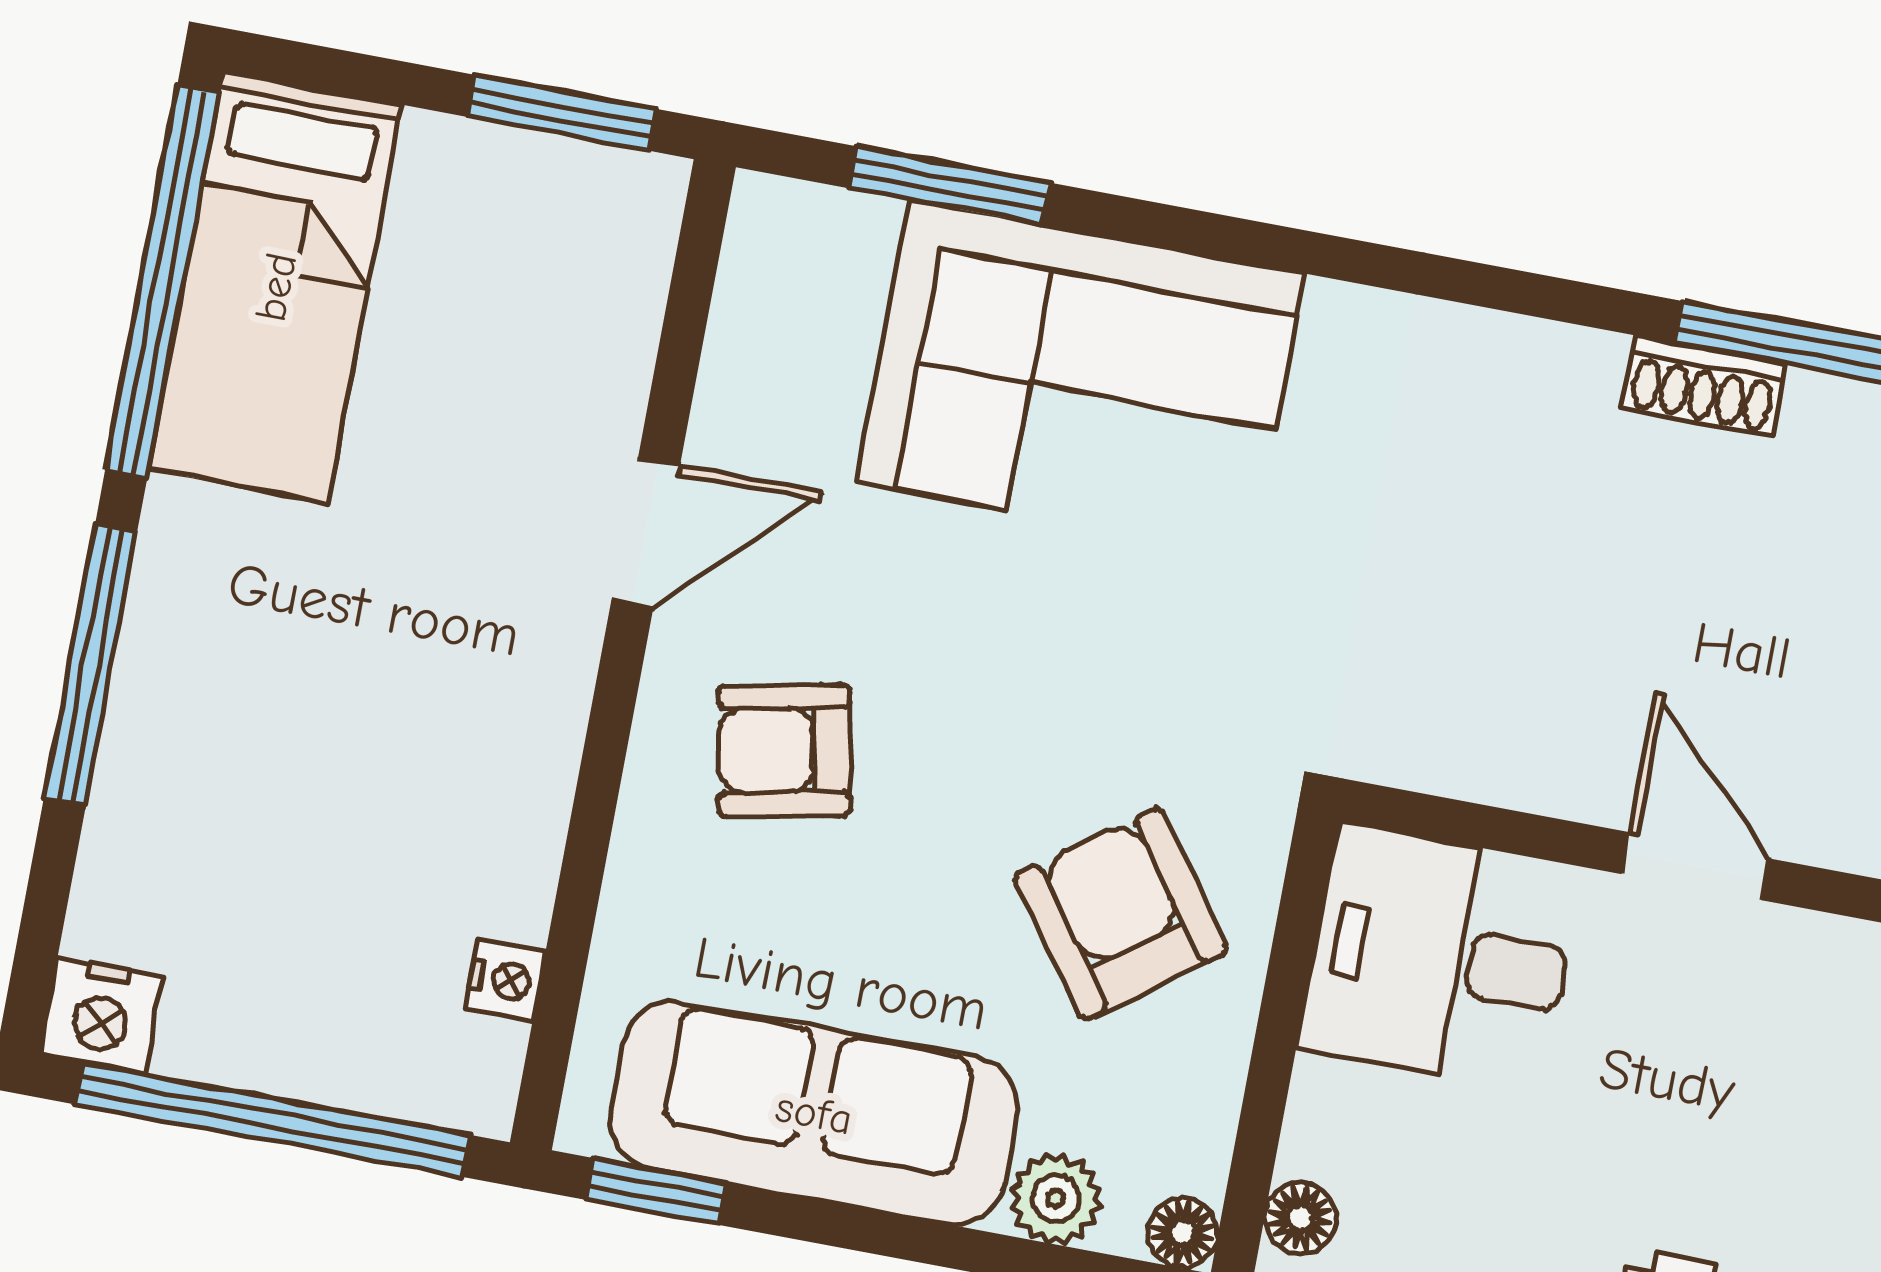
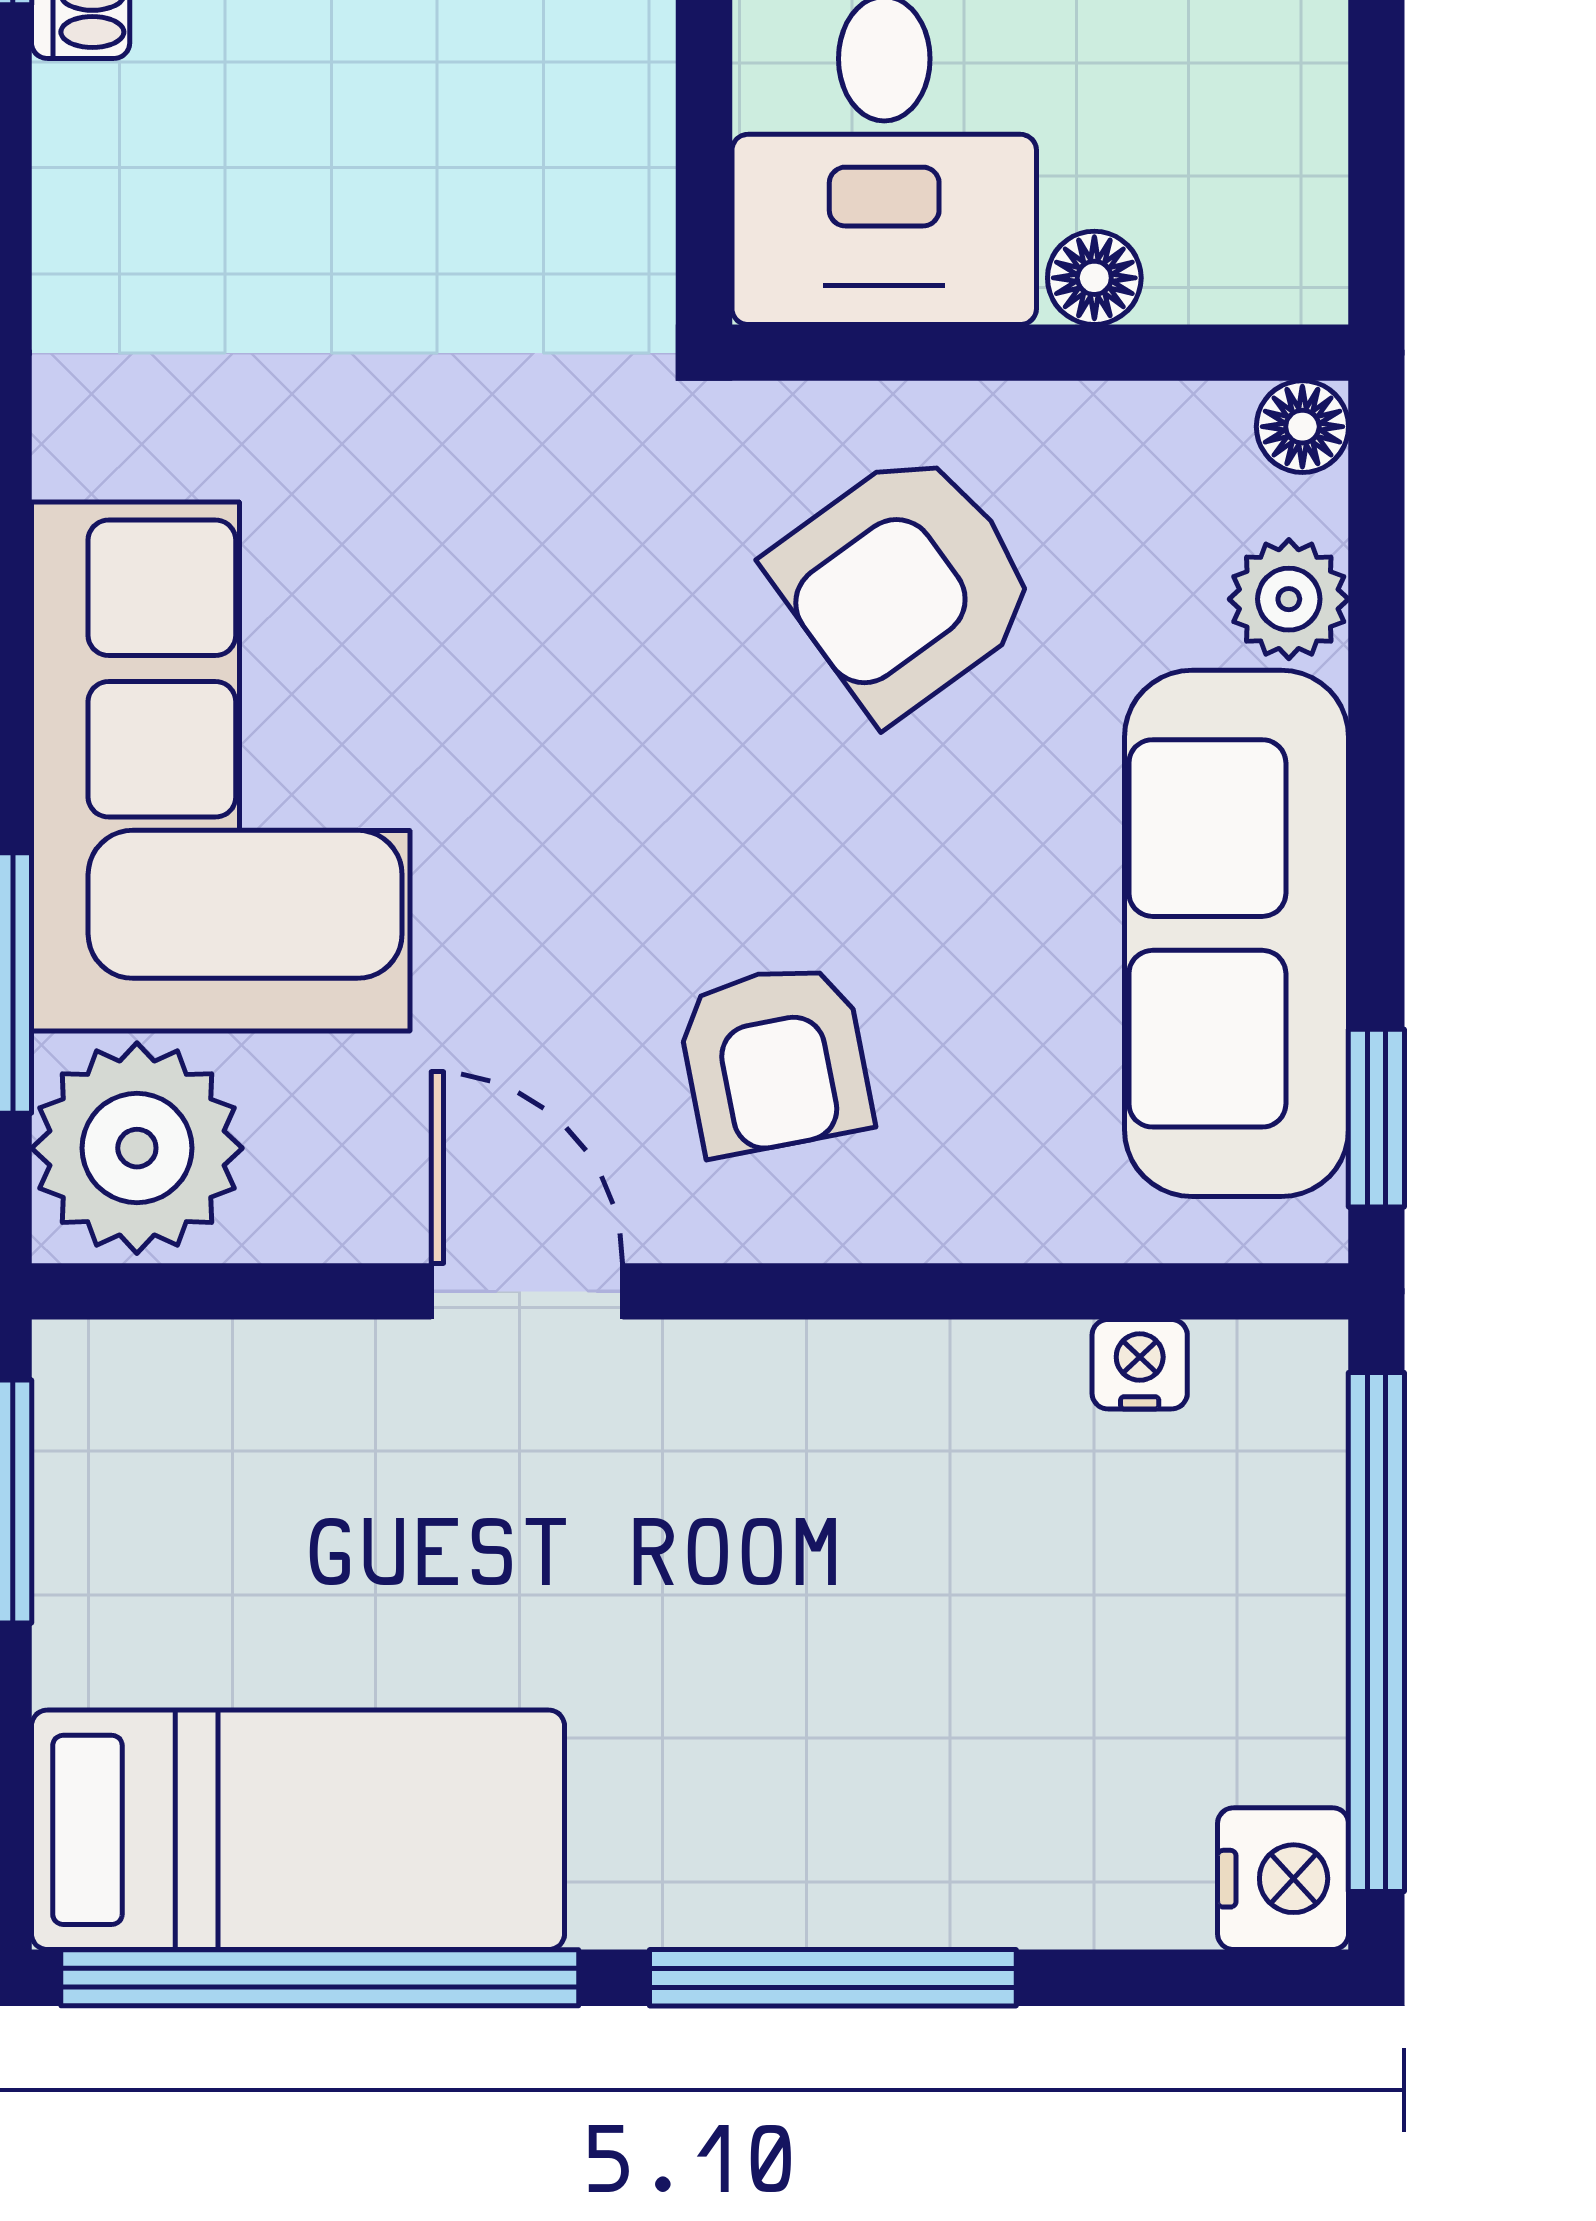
plant: (807, 262) -> (137, 1148), added
floor lamp: (1300, 1218) -> (1094, 278), moved

